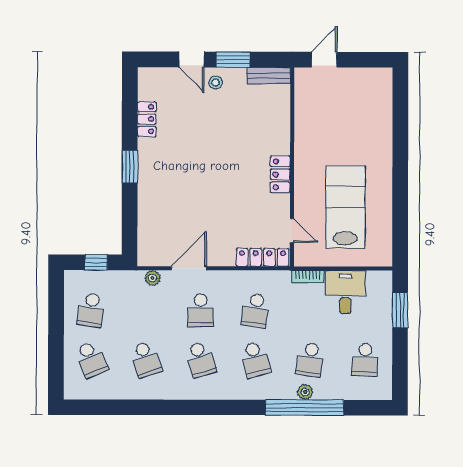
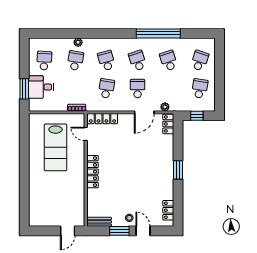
locker: (147, 119) -> (168, 210), moved
locker: (280, 174) -> (92, 172), width x1.53
locker: (147, 248) -> (168, 124), added
desk: (345, 292) -> (41, 87), moved, turned 90
school desk: (91, 359) -> (200, 61), turned 42
window: (304, 408) -> (158, 33), moved

